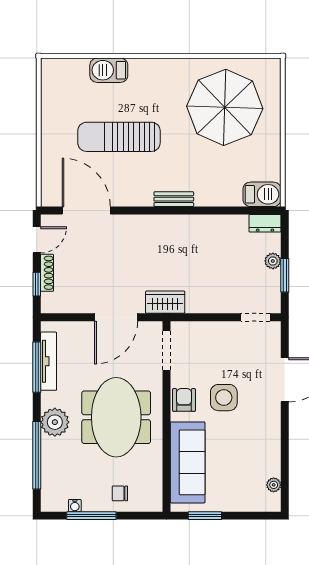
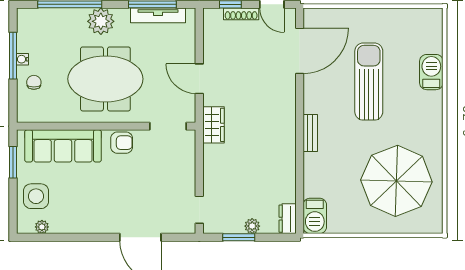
door: (116, 317) -> (199, 79), width x0.73
side table: (224, 398) -> (36, 196), moved
water cooler: (75, 506) -> (22, 59), moved

